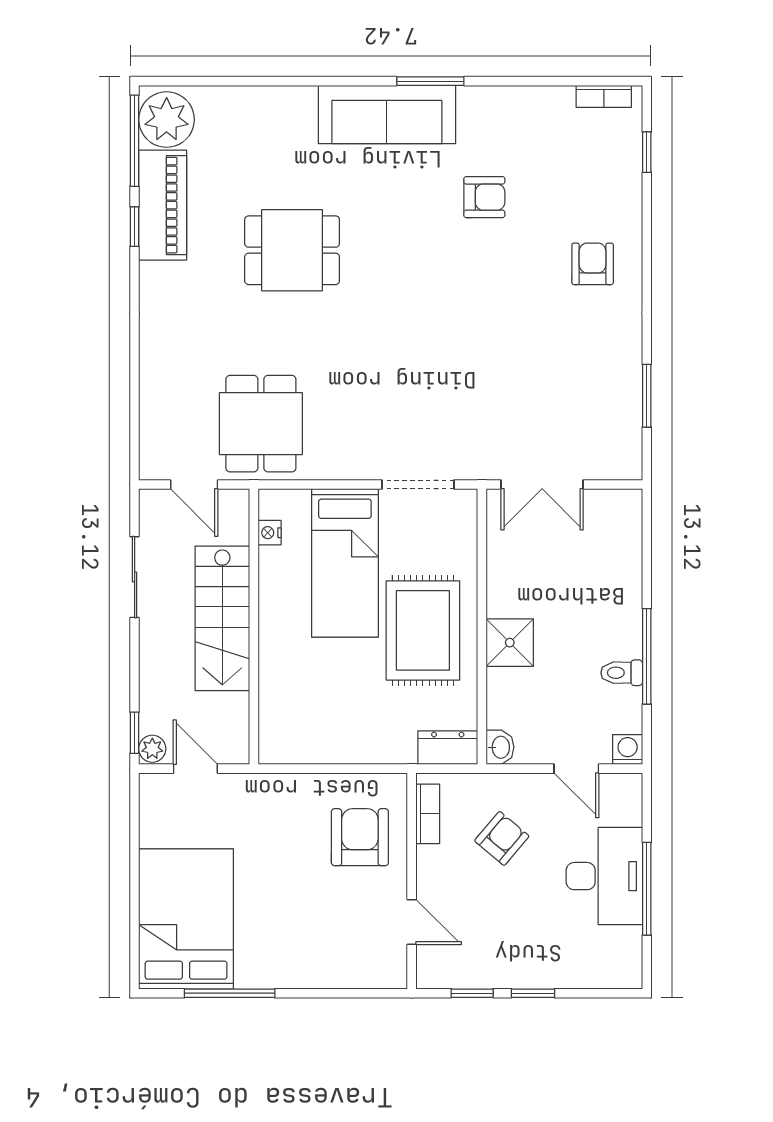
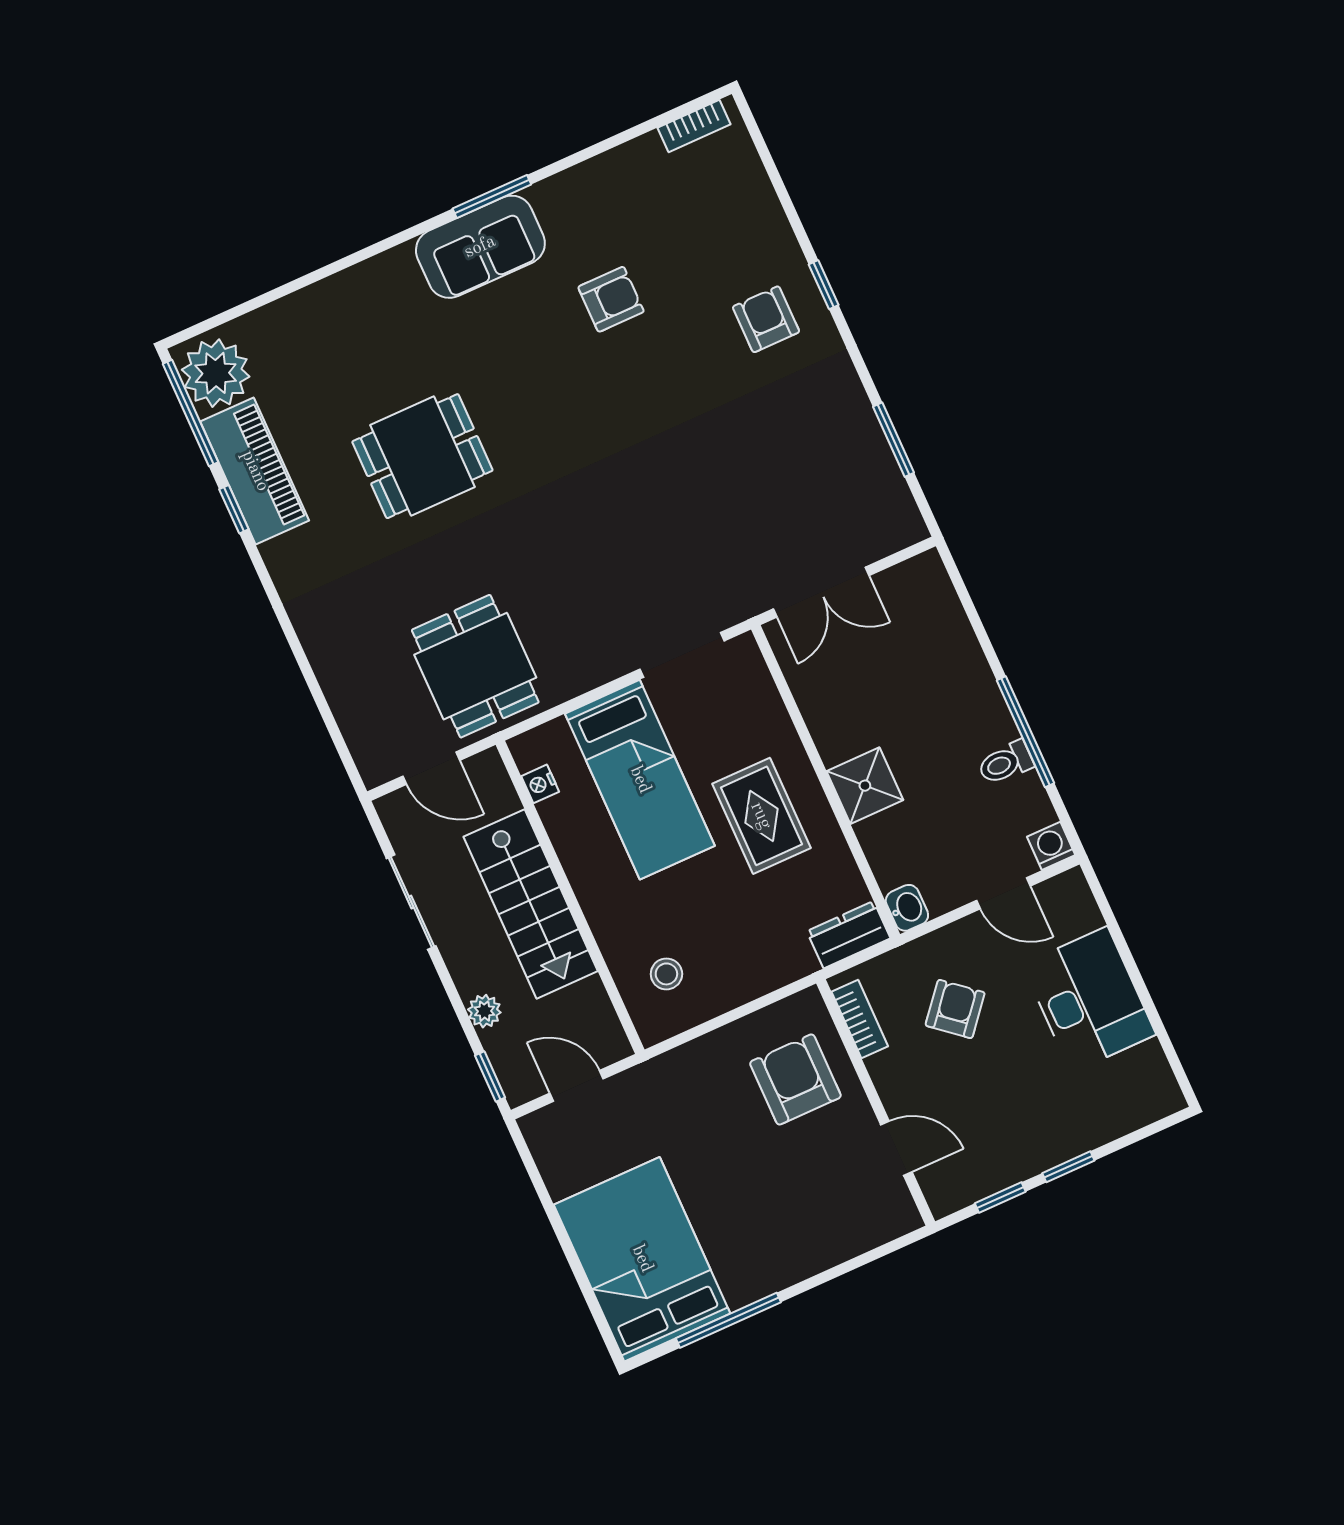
sofa: (387, 114) -> (480, 247), width x0.73
window: (647, 152) -> (824, 285), moved
rug: (423, 630) -> (761, 816), width x0.73, depth x0.70
stool: (300, 716) -> (666, 974), added
plant: (152, 749) -> (484, 1011), moved
window: (647, 889) -> (1143, 992), removed

